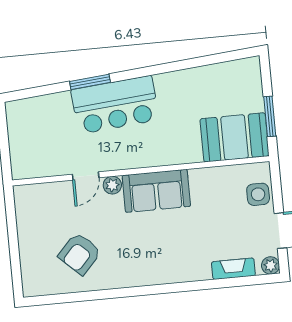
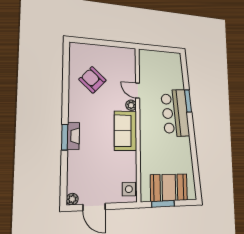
booth: (235, 137) -> (169, 188), moved, turned 90
side table: (258, 194) -> (129, 189), moved
fireplace: (233, 269) -> (73, 136), moved
window: (178, 287) -> (65, 137), added

